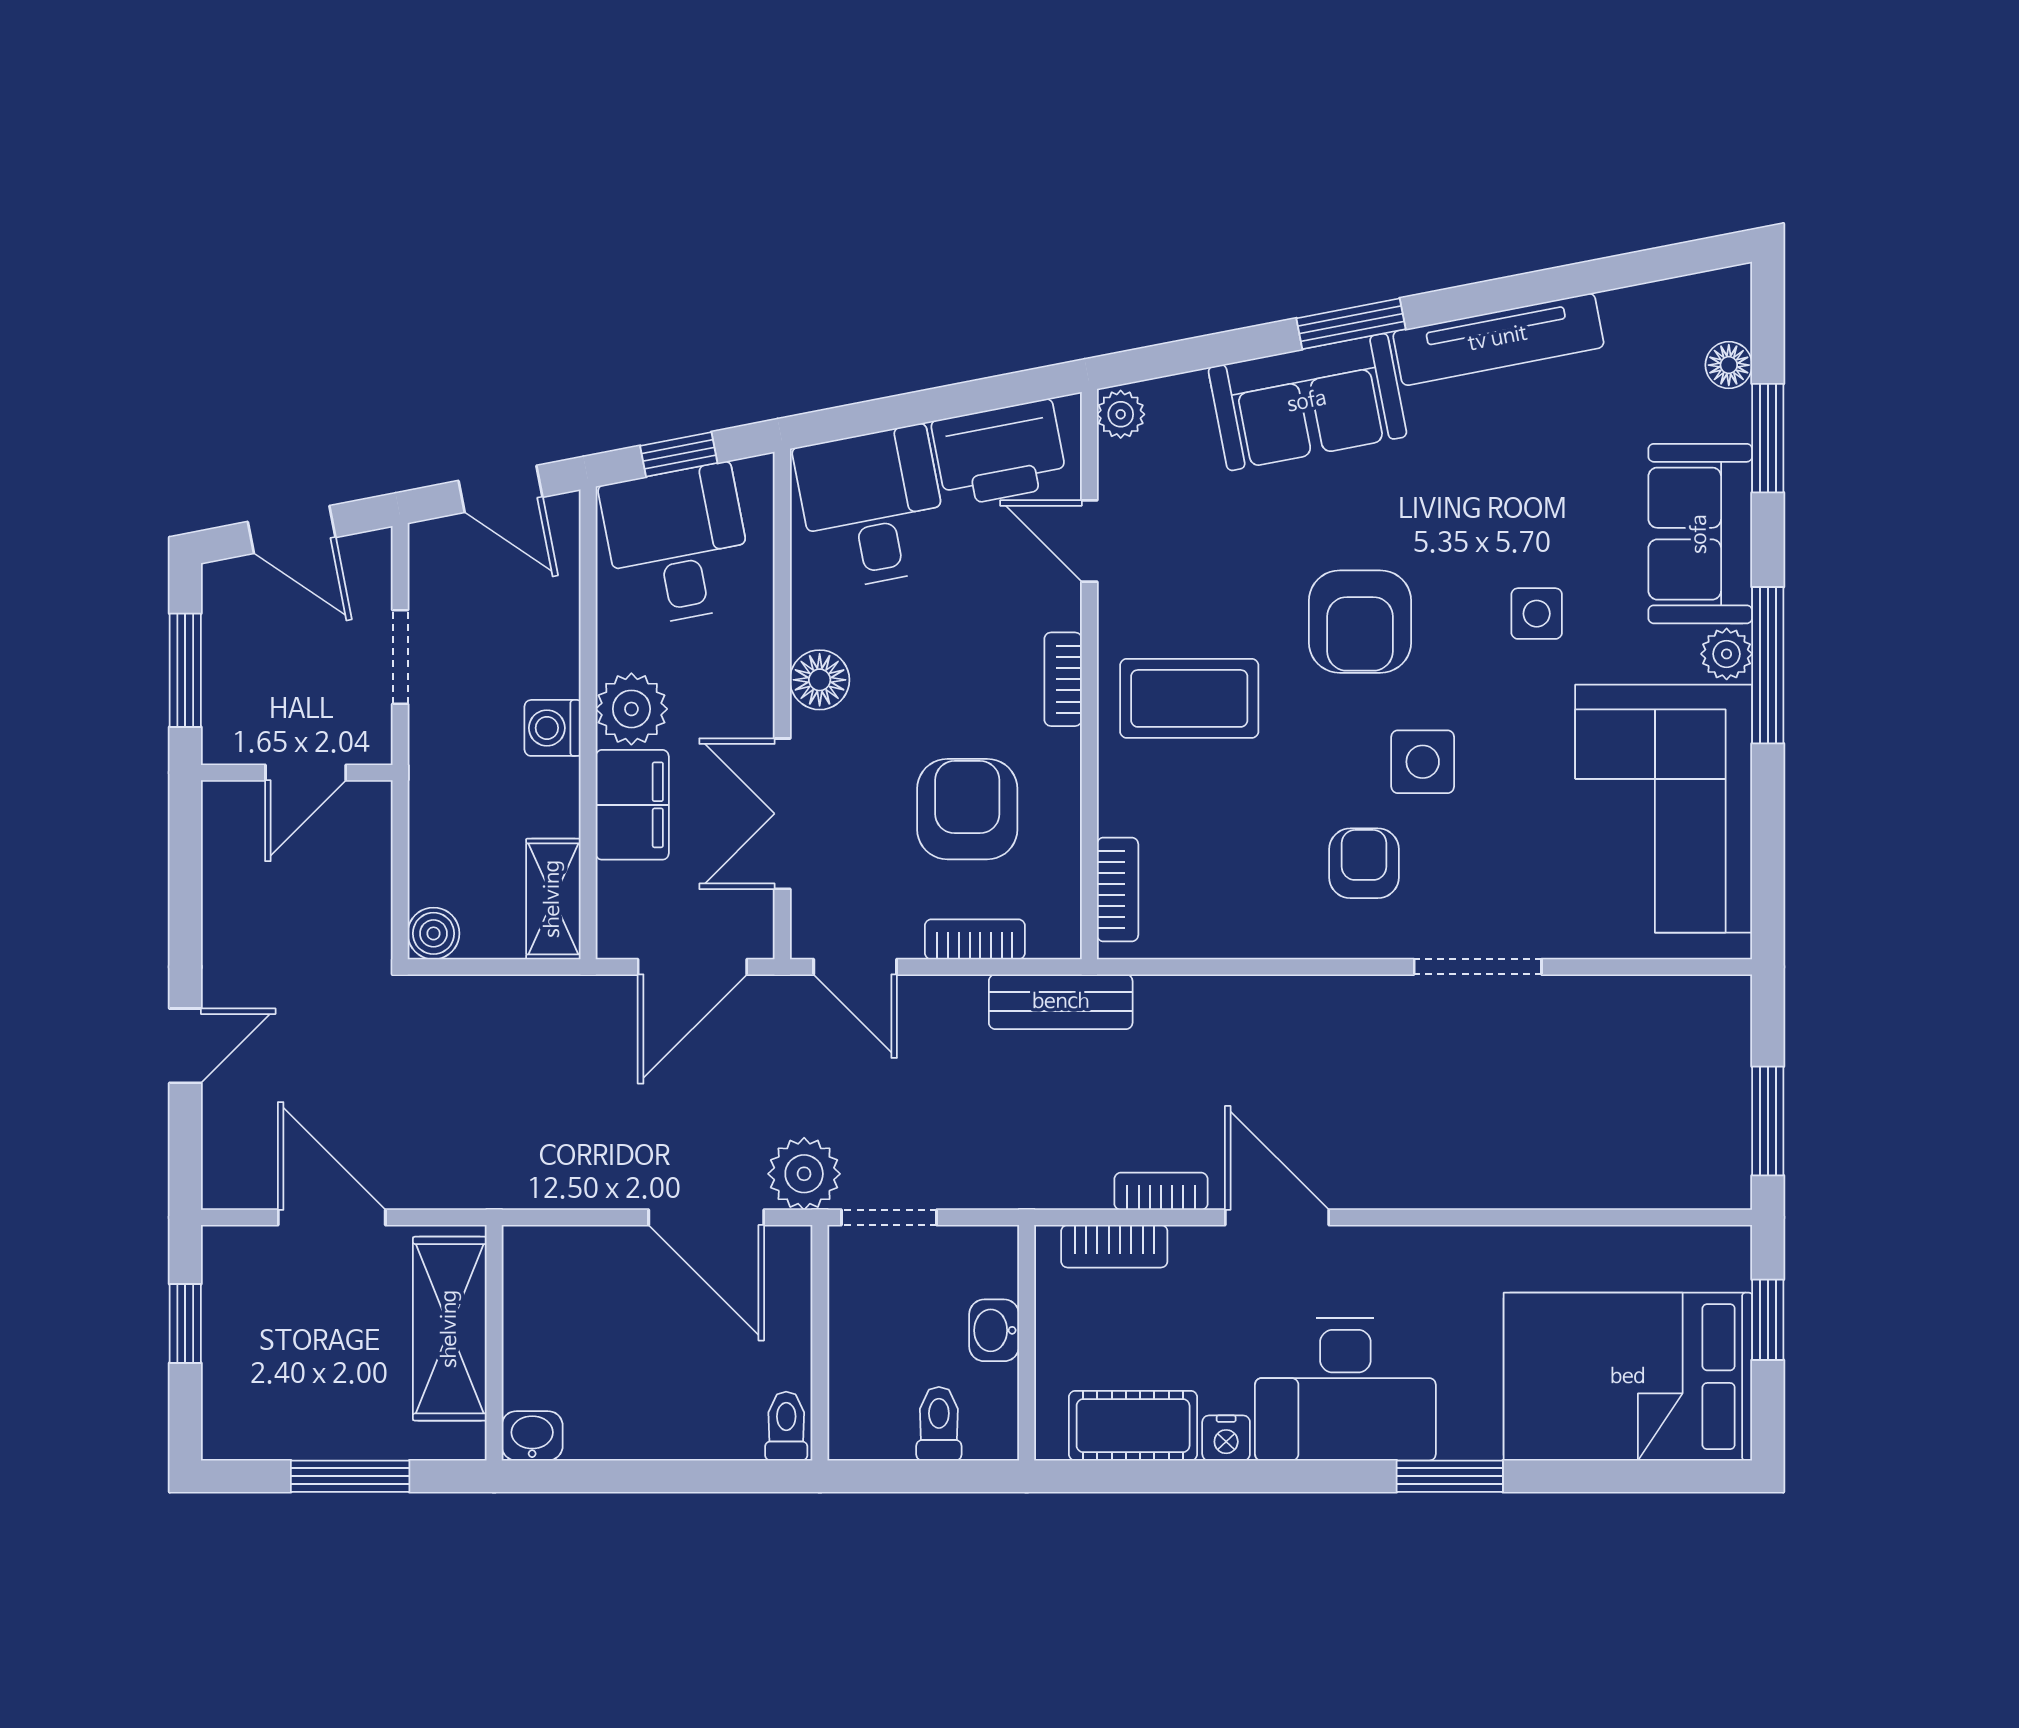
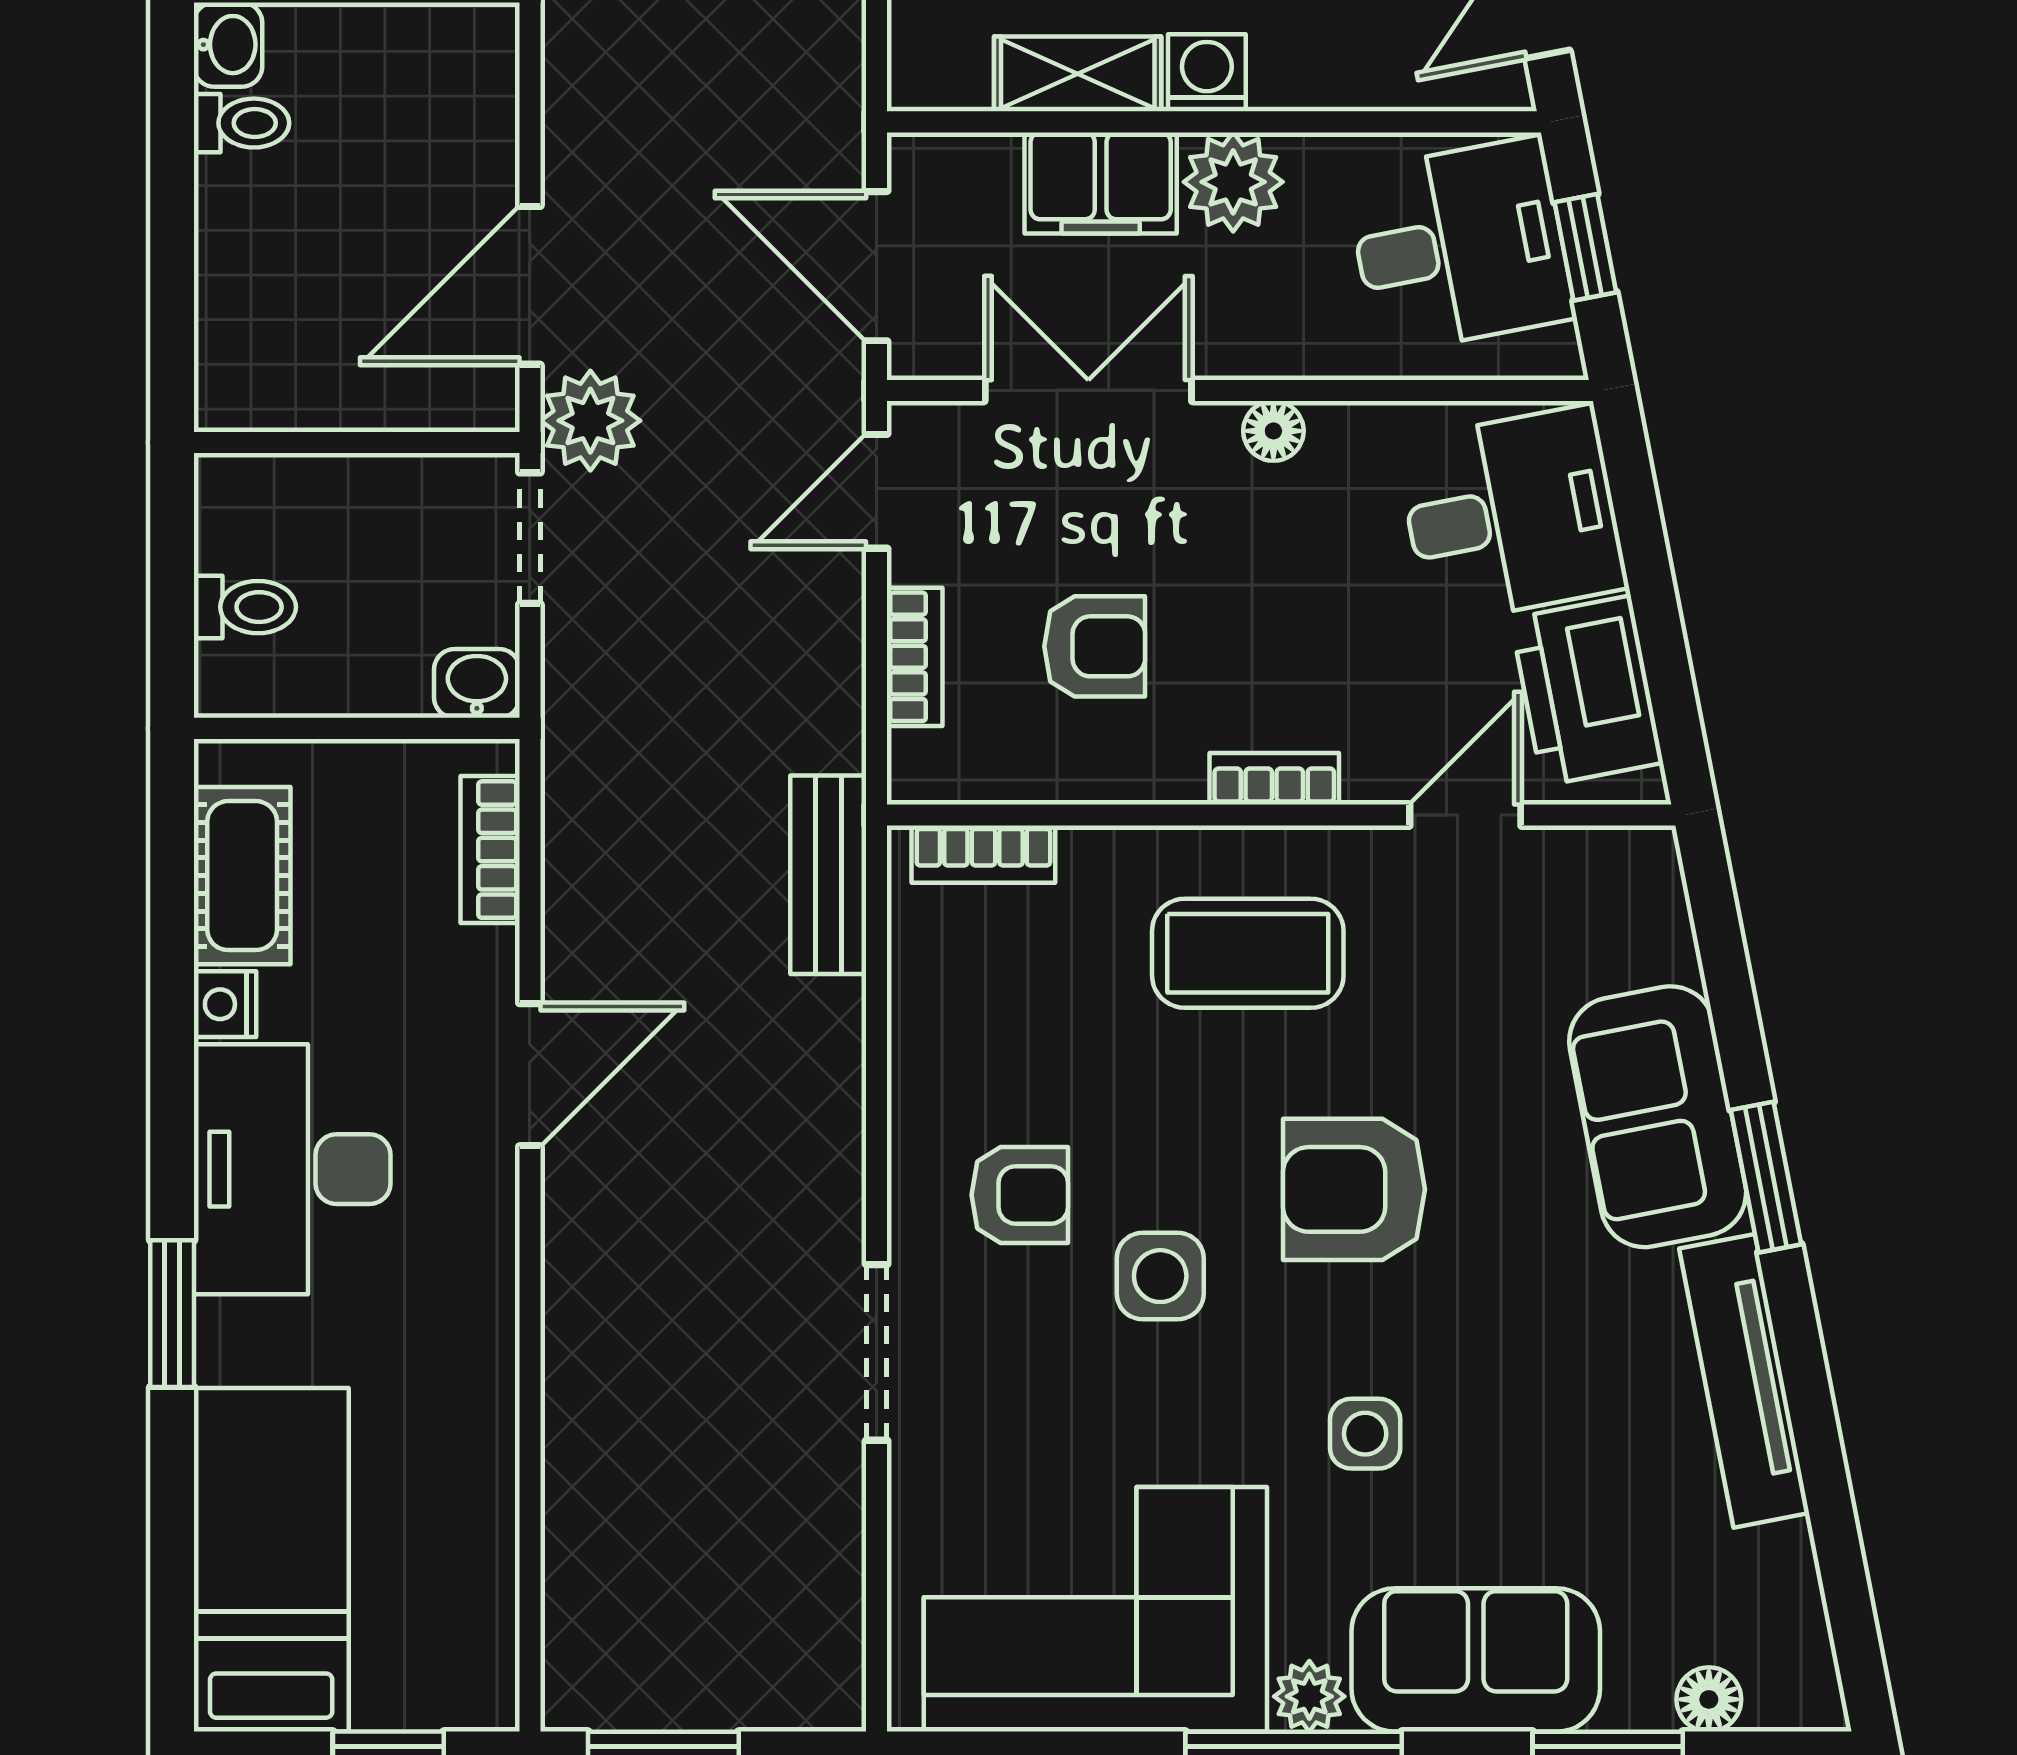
plant: (1121, 414) -> (1641, 858), removed
floor lamp: (820, 680) -> (1273, 431), width x0.73, depth x0.73
coffee table: (1189, 698) -> (1248, 953), turned 90
armchair: (967, 809) -> (1095, 646), width x0.72, depth x0.72
shelving: (553, 899) -> (1078, 74), moved
bench: (1061, 1002) -> (828, 875), moved
bookcase: (1161, 1191) -> (566, 914), removed
washbasin: (994, 1330) -> (477, 683), moved
bed: (1628, 1377) -> (271, 1560), width x0.67
toilet: (786, 1426) -> (241, 123), moved

